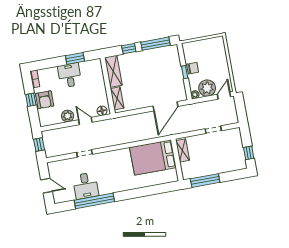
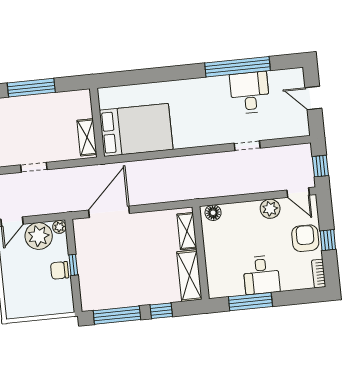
window: (75, 58) -> (250, 302), width x1.44
door: (85, 121) -> (298, 193), moved
window: (205, 181) -> (31, 88), moved

